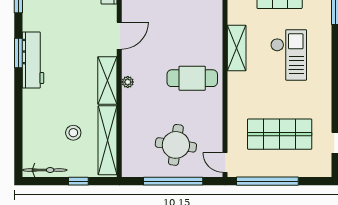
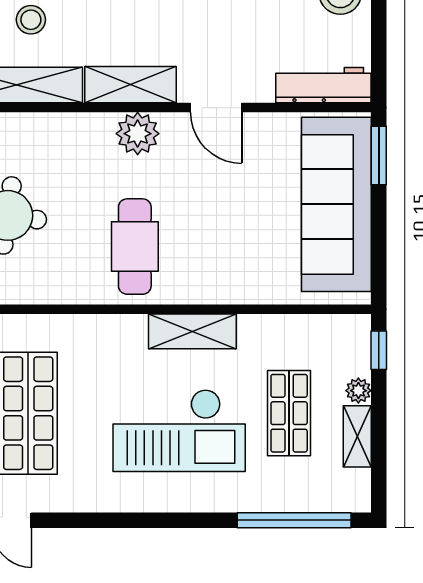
checkout: (289, 55) -> (179, 430), width x1.36, depth x1.21
plant: (128, 82) -> (138, 134), width x1.87, depth x1.87

